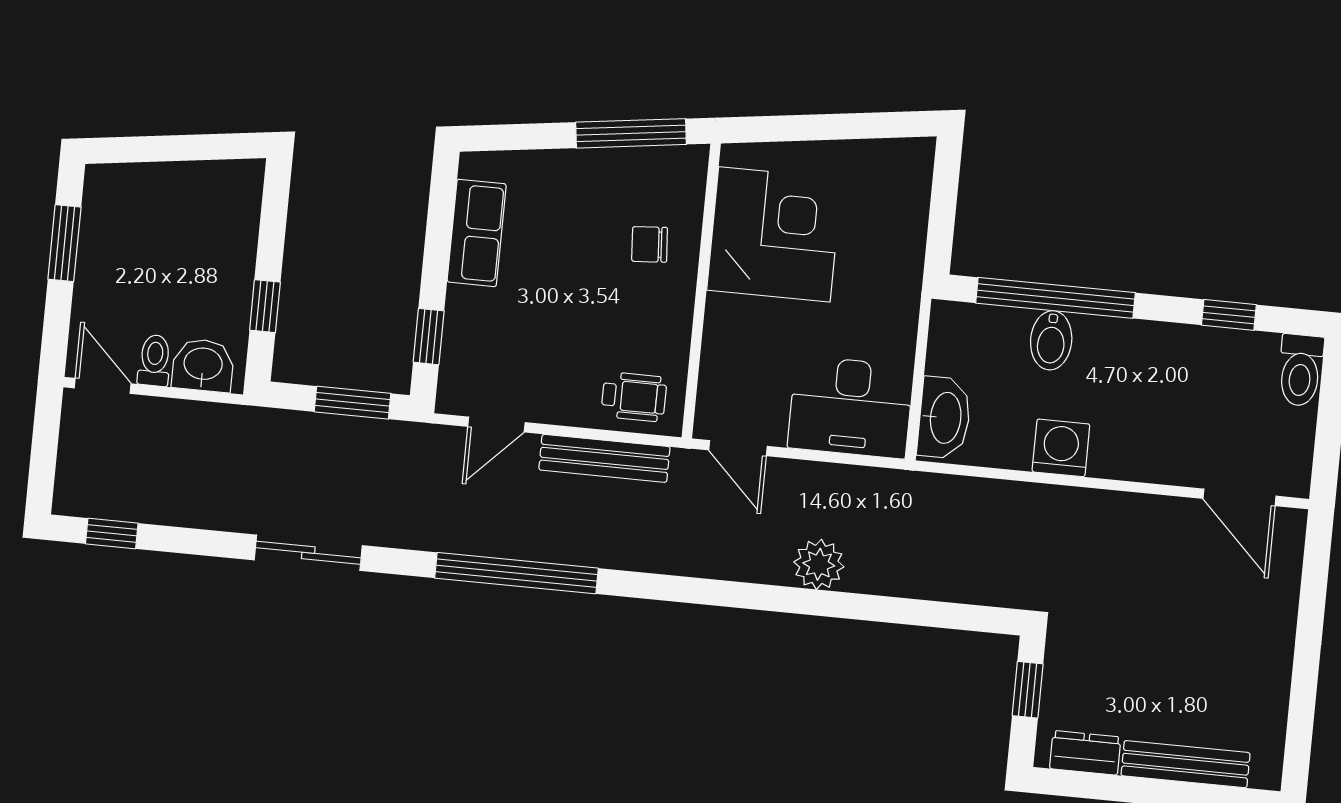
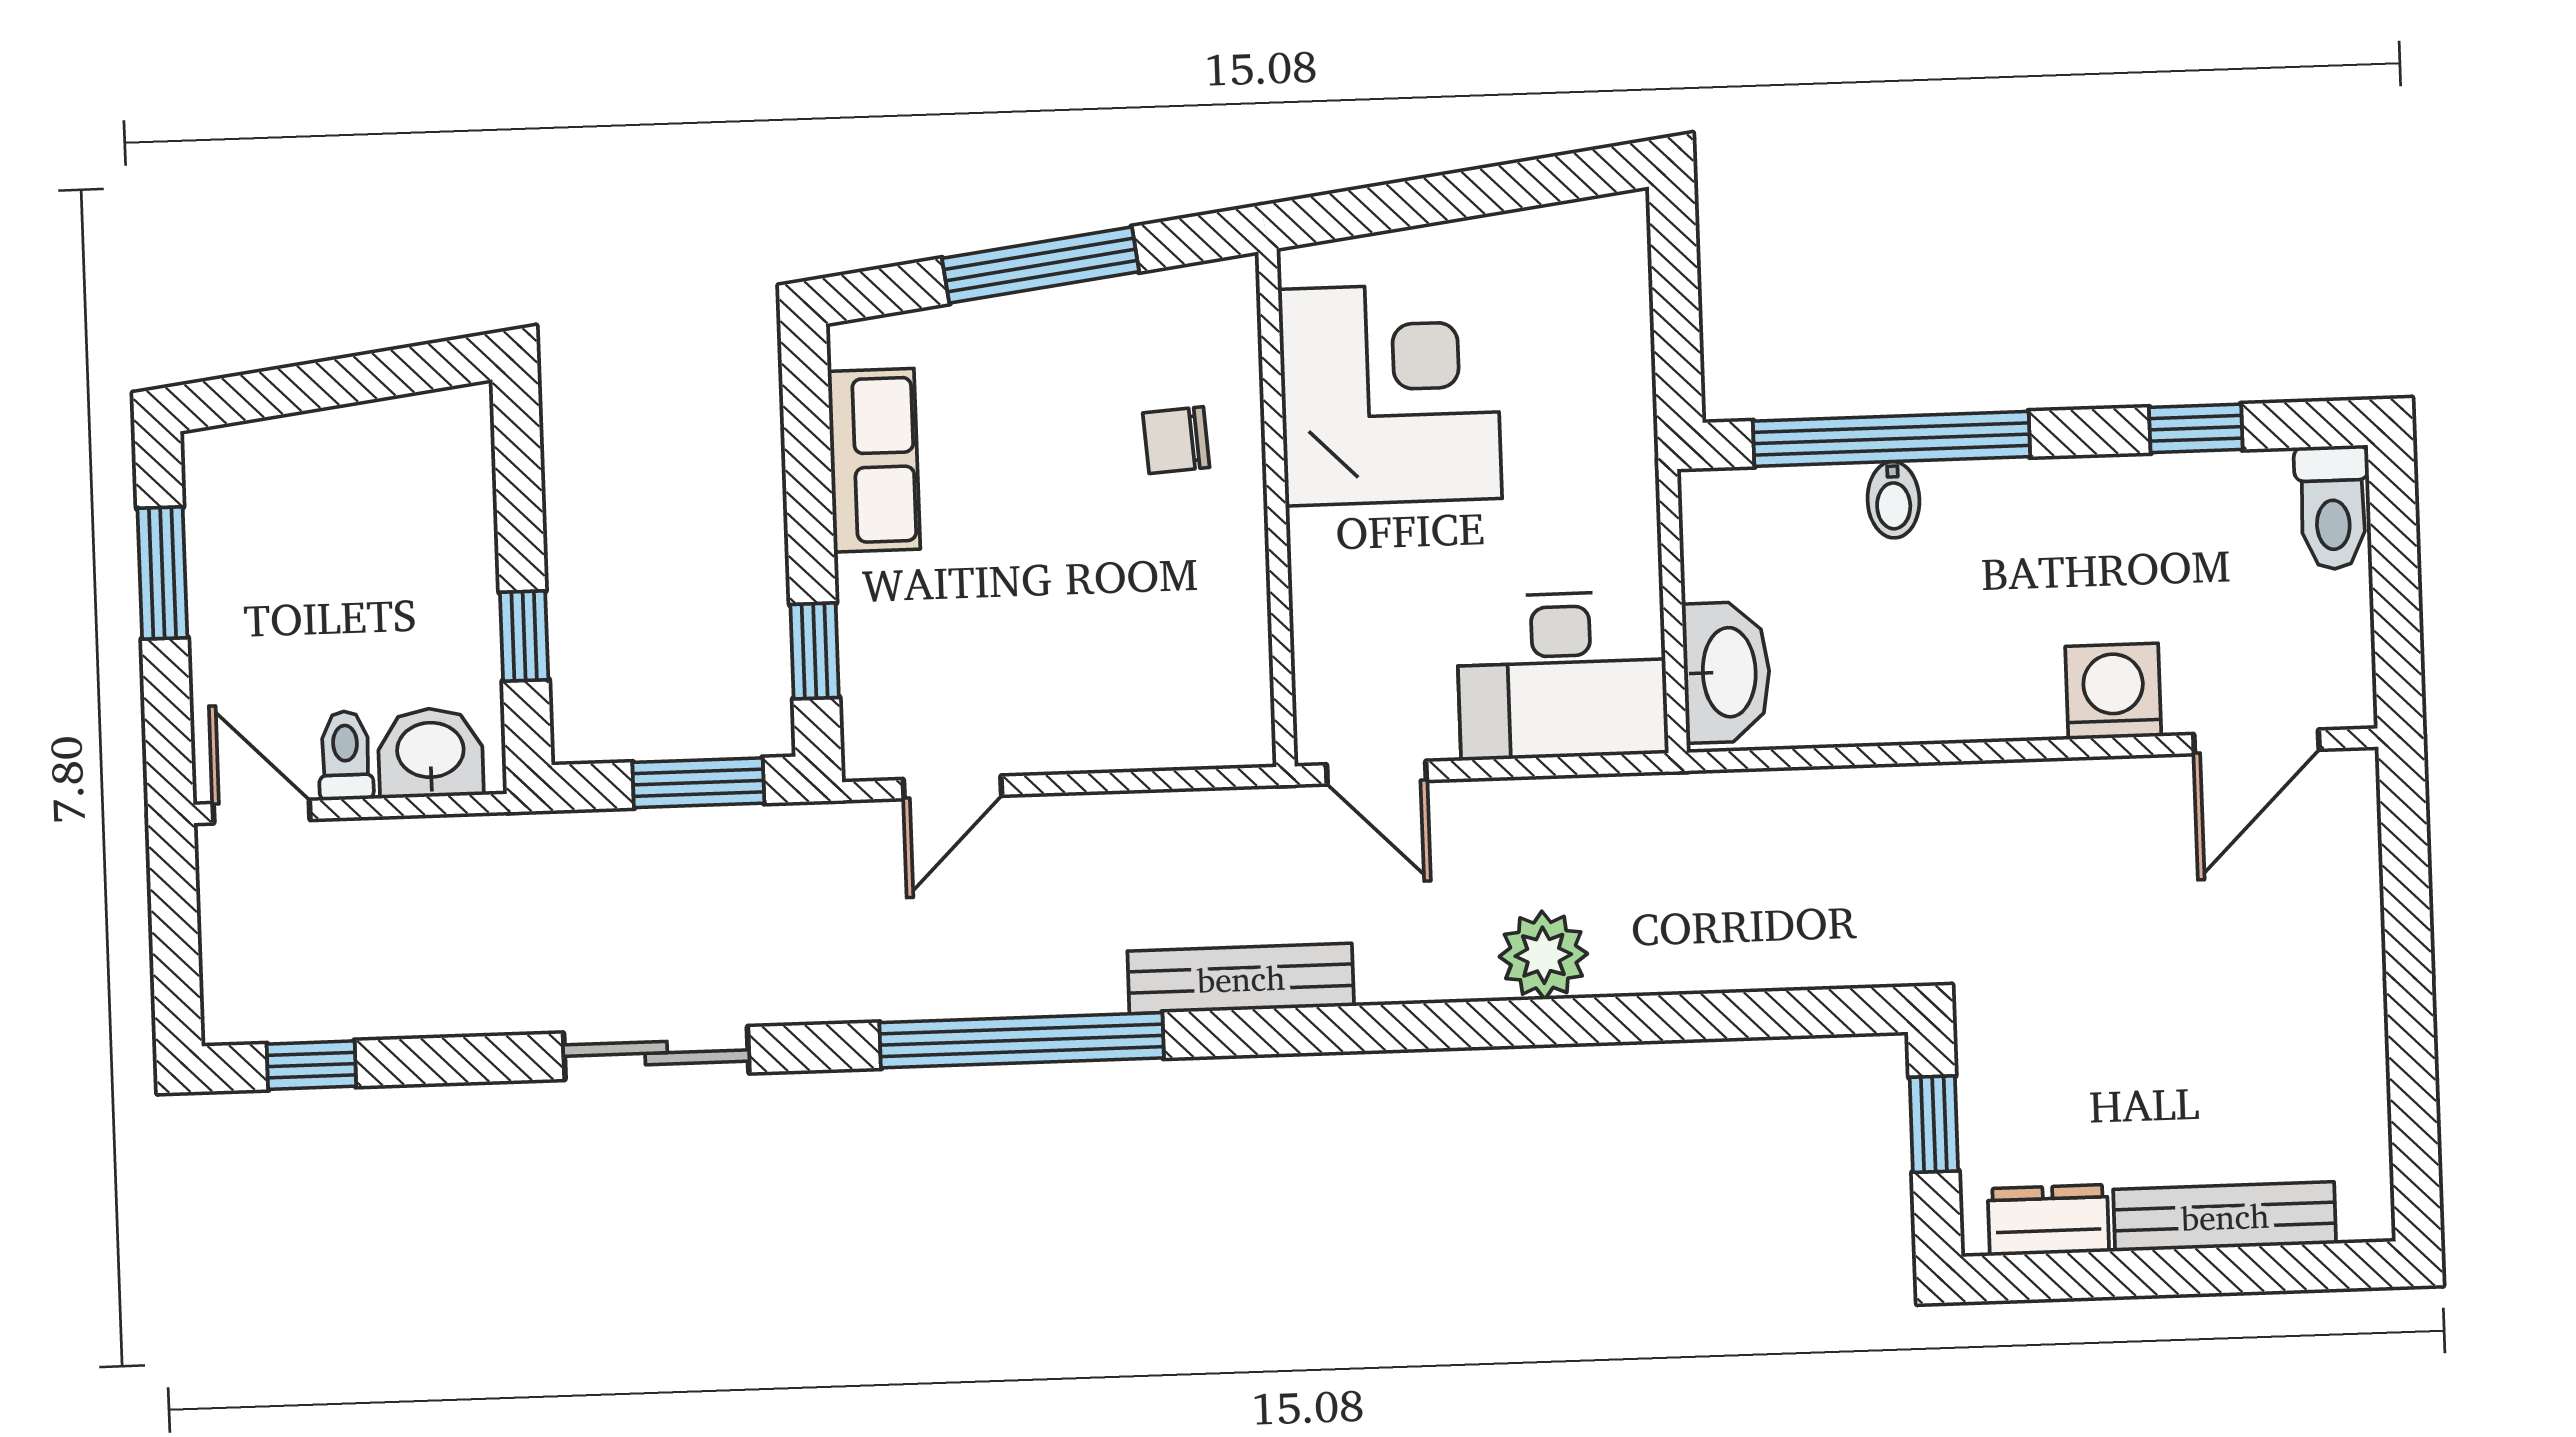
window: (631, 133) -> (1041, 265), moved
bidet: (1051, 340) -> (1893, 500), width x0.72, depth x0.74
wheelchair: (634, 397) -> (1184, 708), removed
washing machine: (1061, 448) -> (2113, 691), moved
bench: (604, 458) -> (1241, 979), moved
door: (1239, 497) -> (2256, 742), hinge flipped

